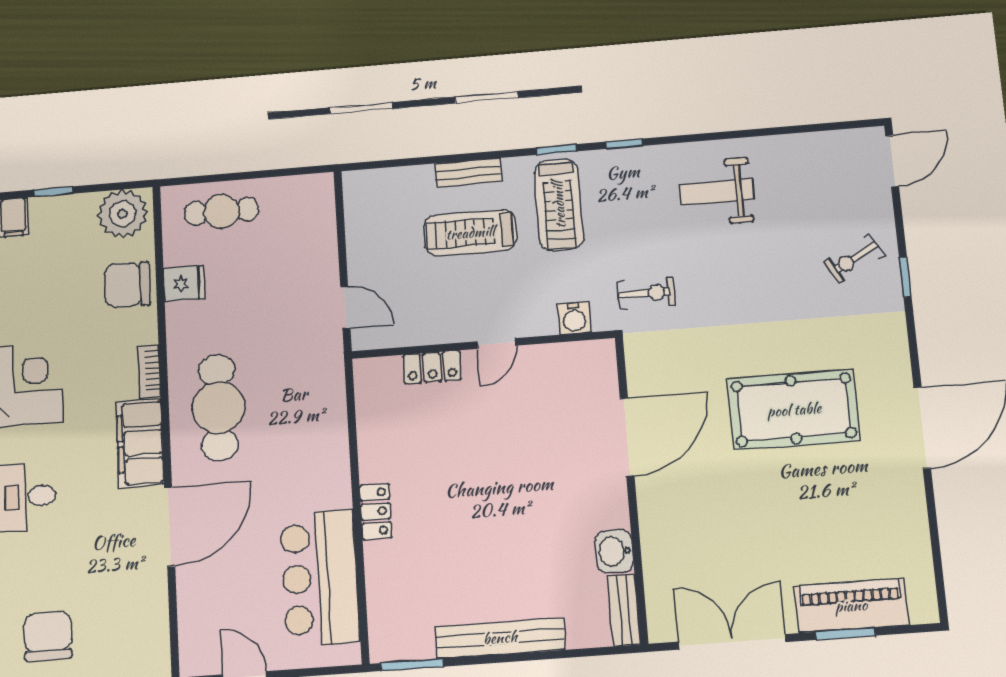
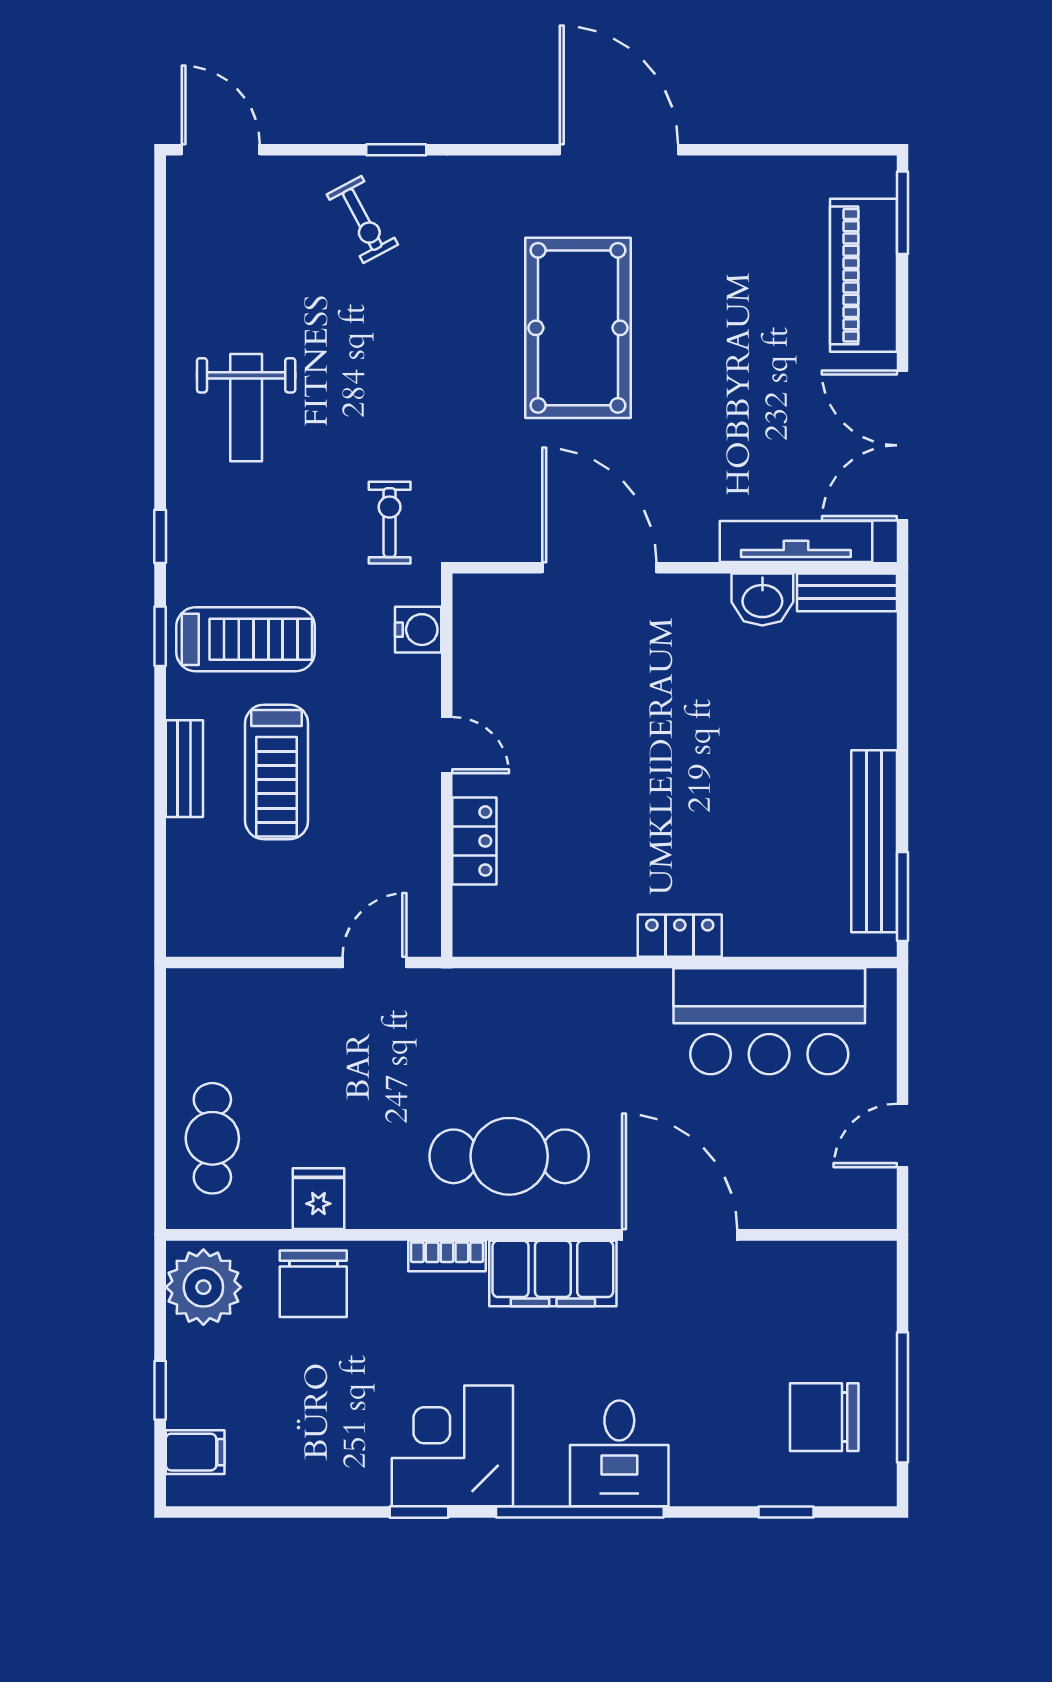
tv unit: (657, 572) -> (796, 542), added
window: (845, 634) -> (902, 213), moved
bench: (500, 638) -> (874, 841), moved

